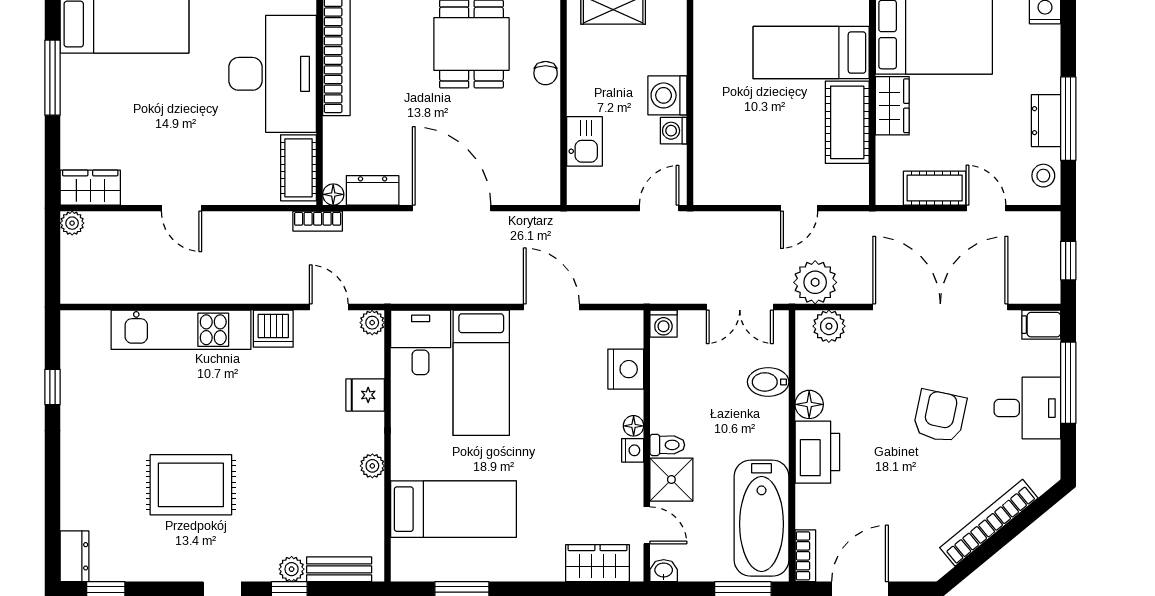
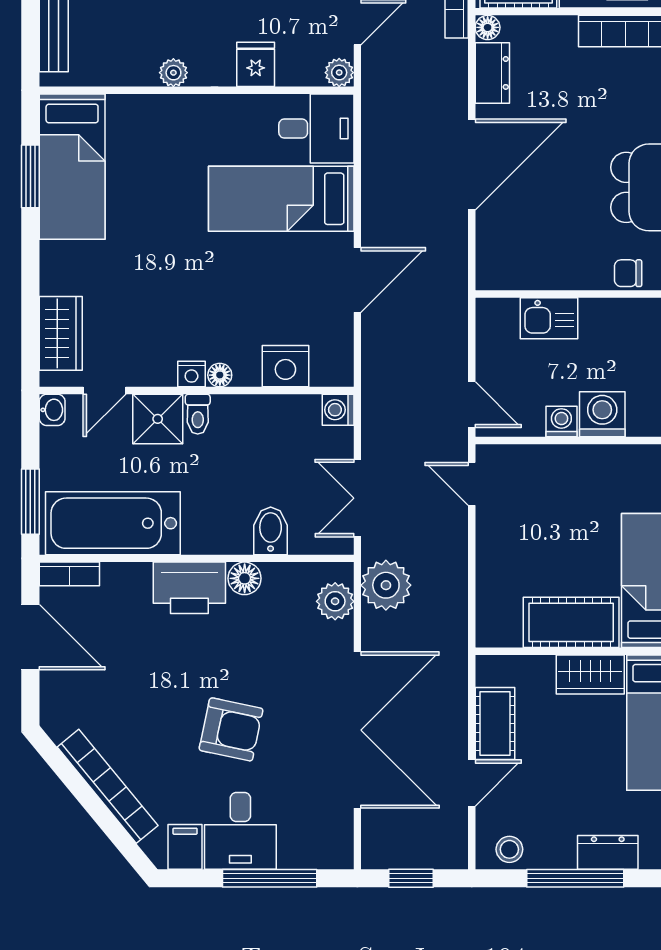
dresser: (1046, 121) -> (608, 852), moved
door: (799, 208) -> (472, 484), moved
filing cabinet: (1041, 325) -> (185, 847), moved
bed: (453, 509) -> (72, 167), moved

